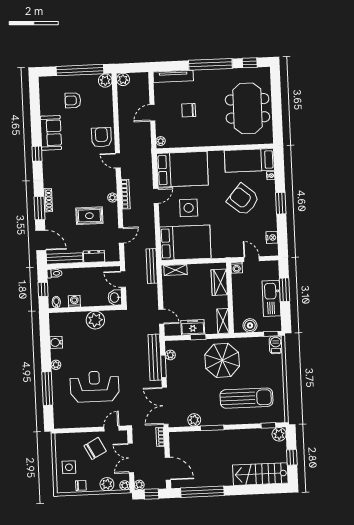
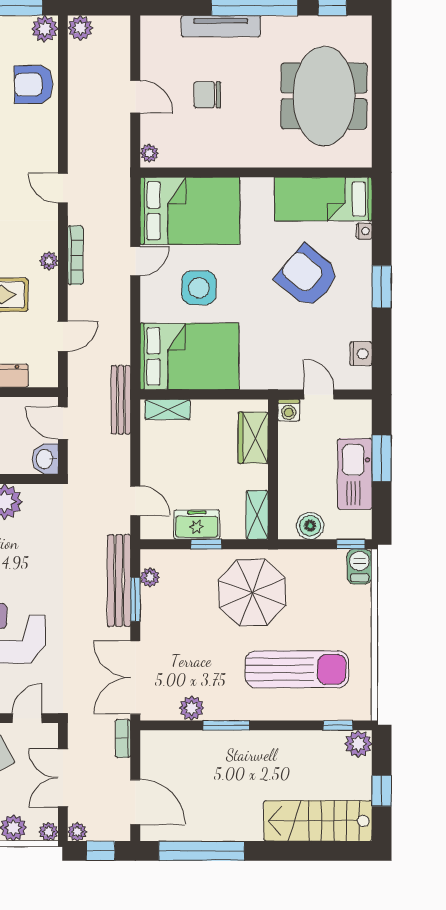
tv unit: (173, 76) -> (221, 26), moved
door: (152, 113) -> (135, 97), swing flipped
armchair: (101, 137) -> (34, 84), moved, turned -91

